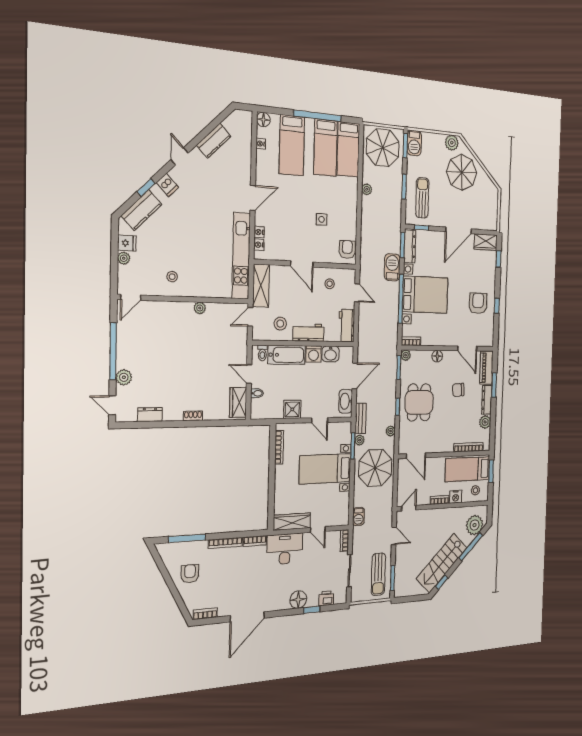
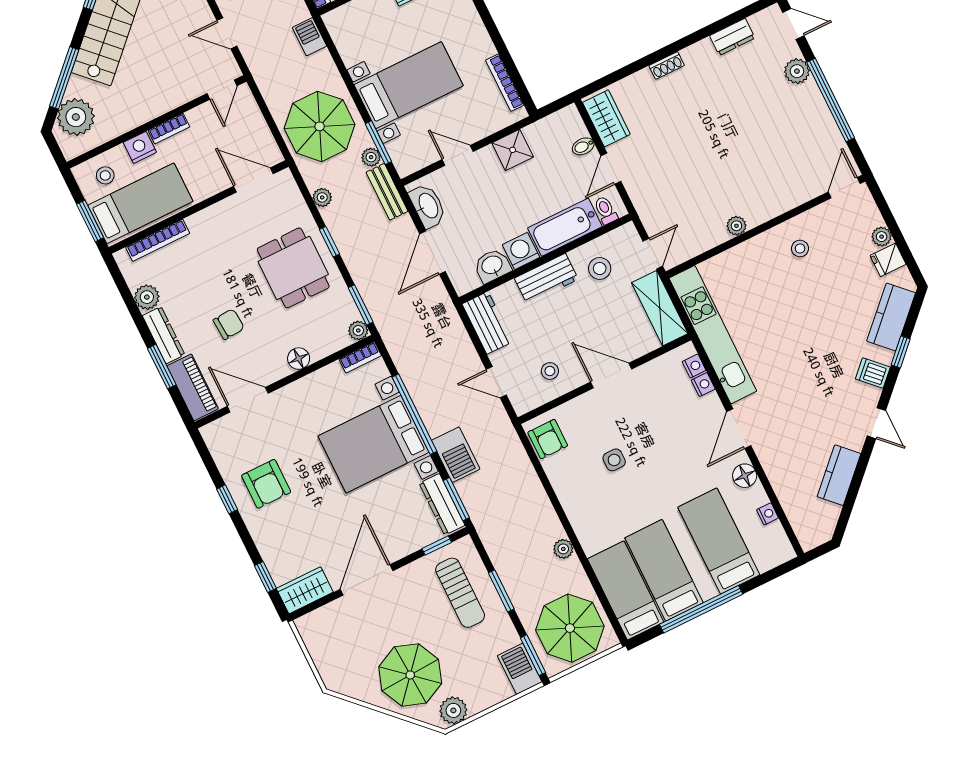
floor lamp: (263, 120) -> (745, 476), moved
door: (249, 374) -> (611, 169), swing flipped

